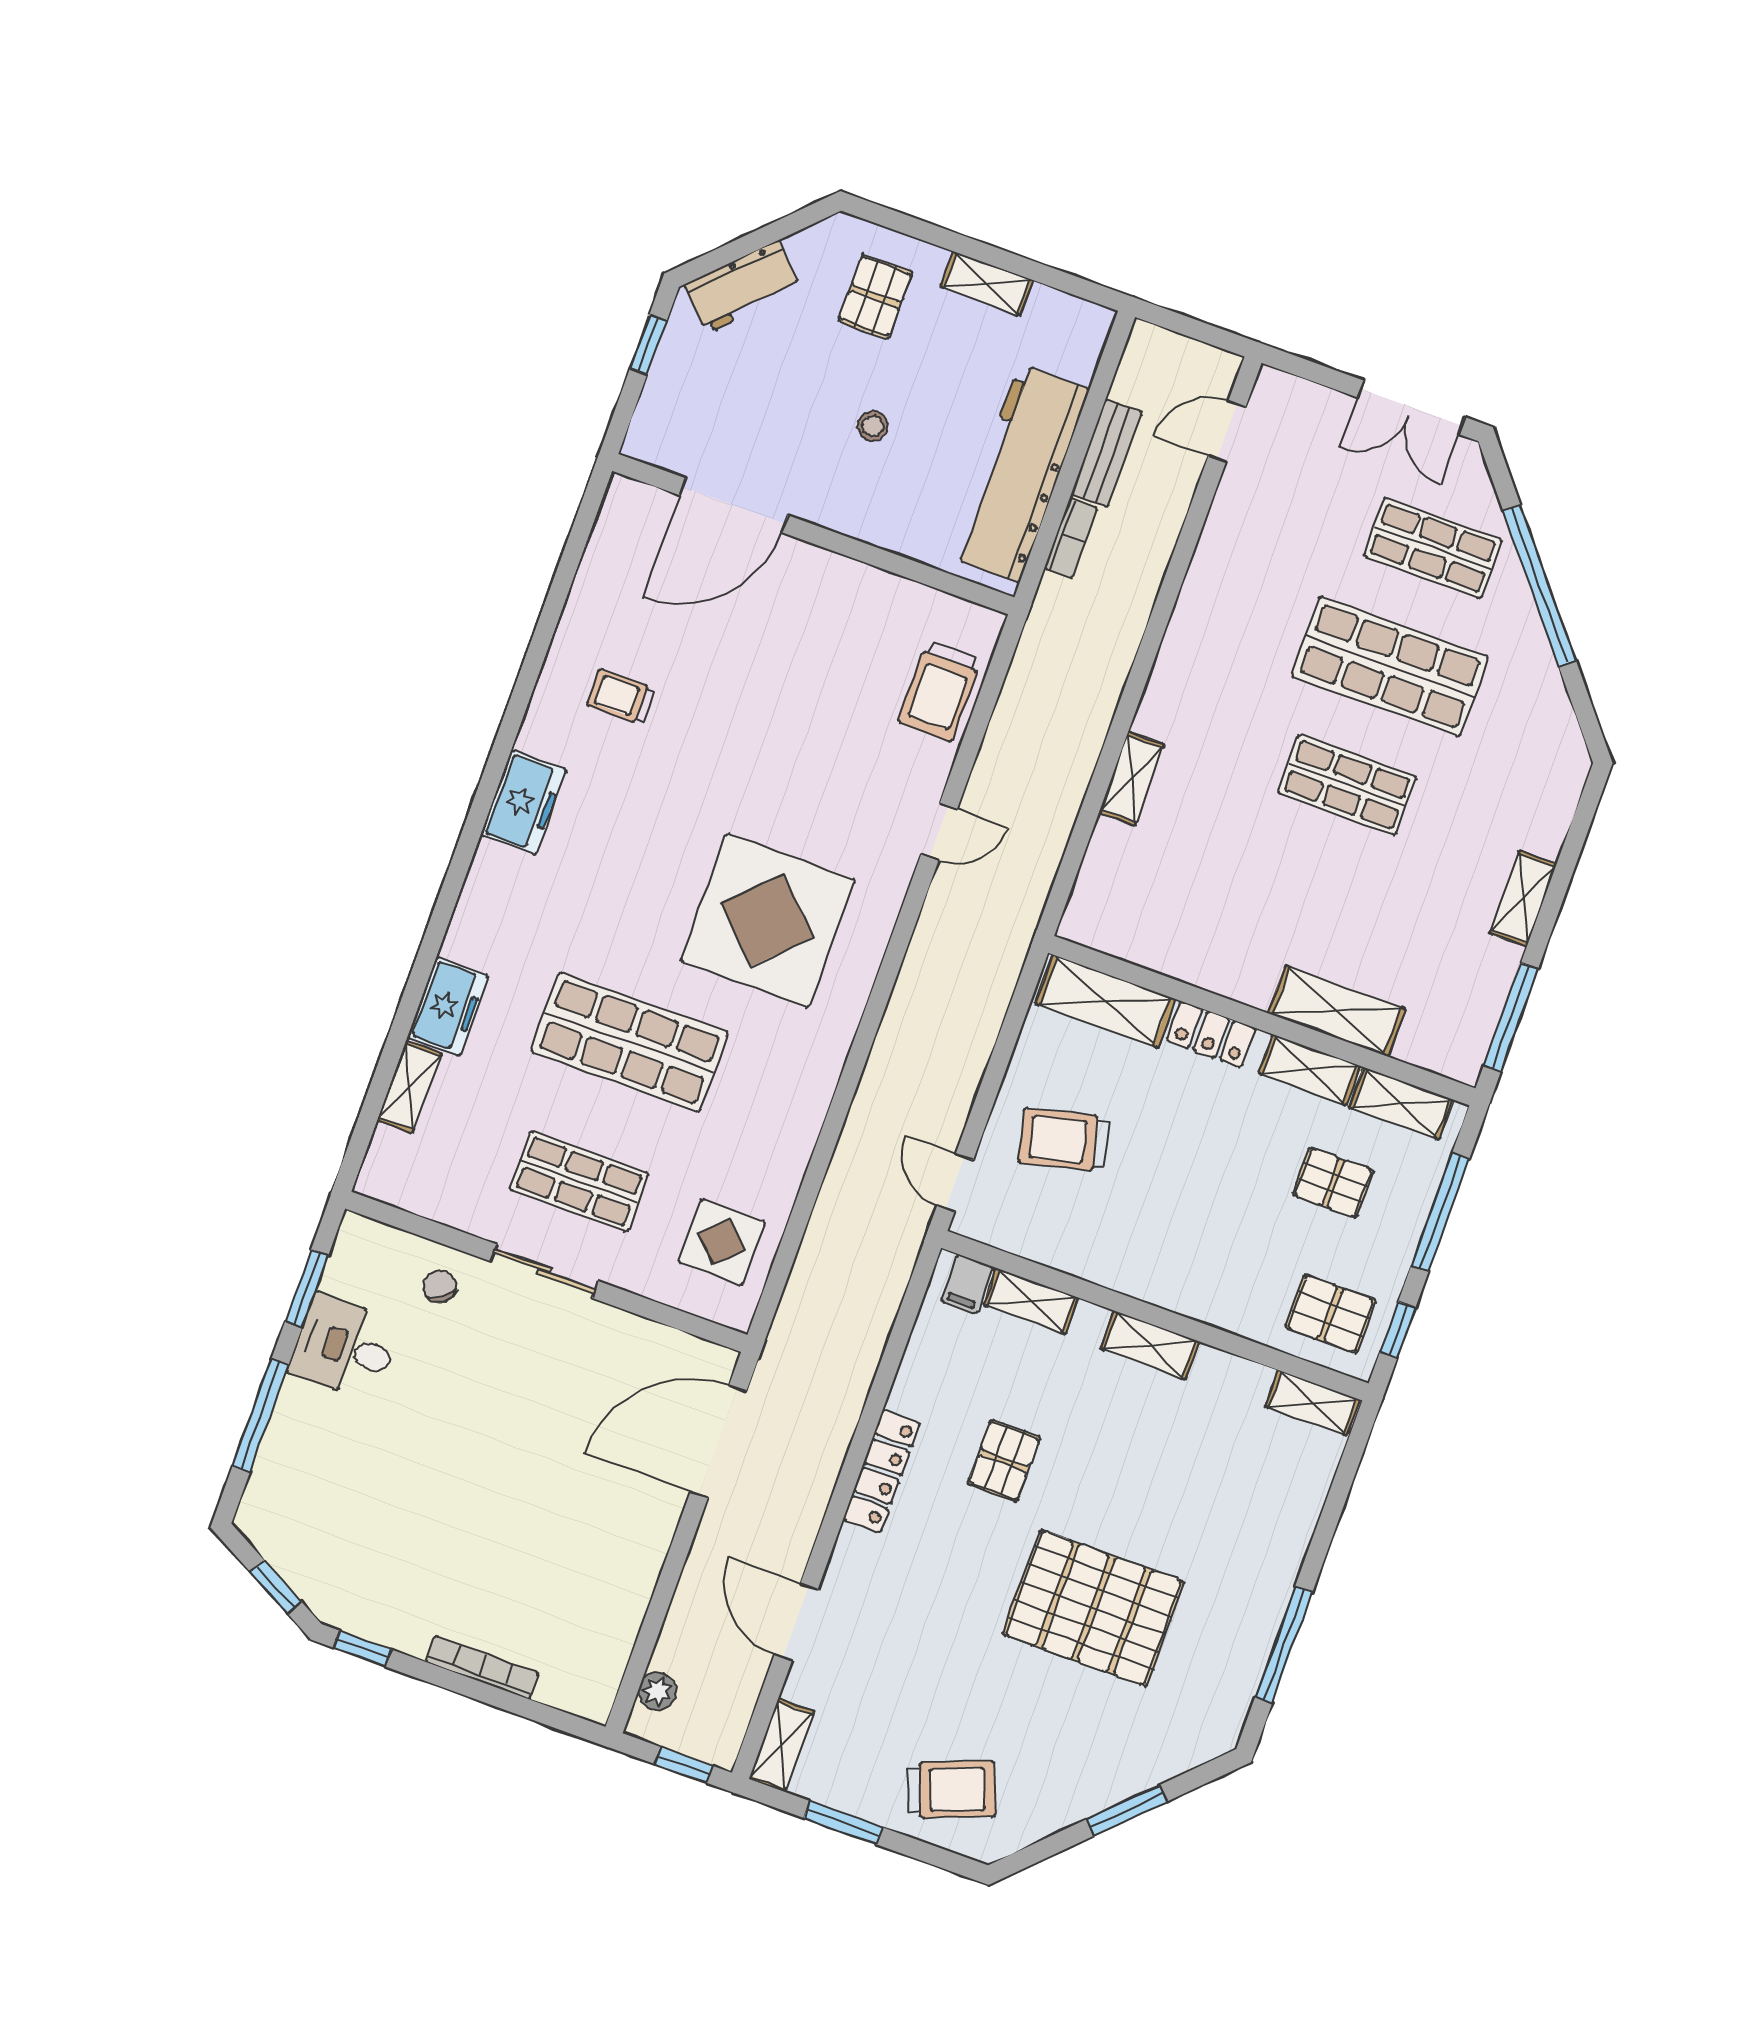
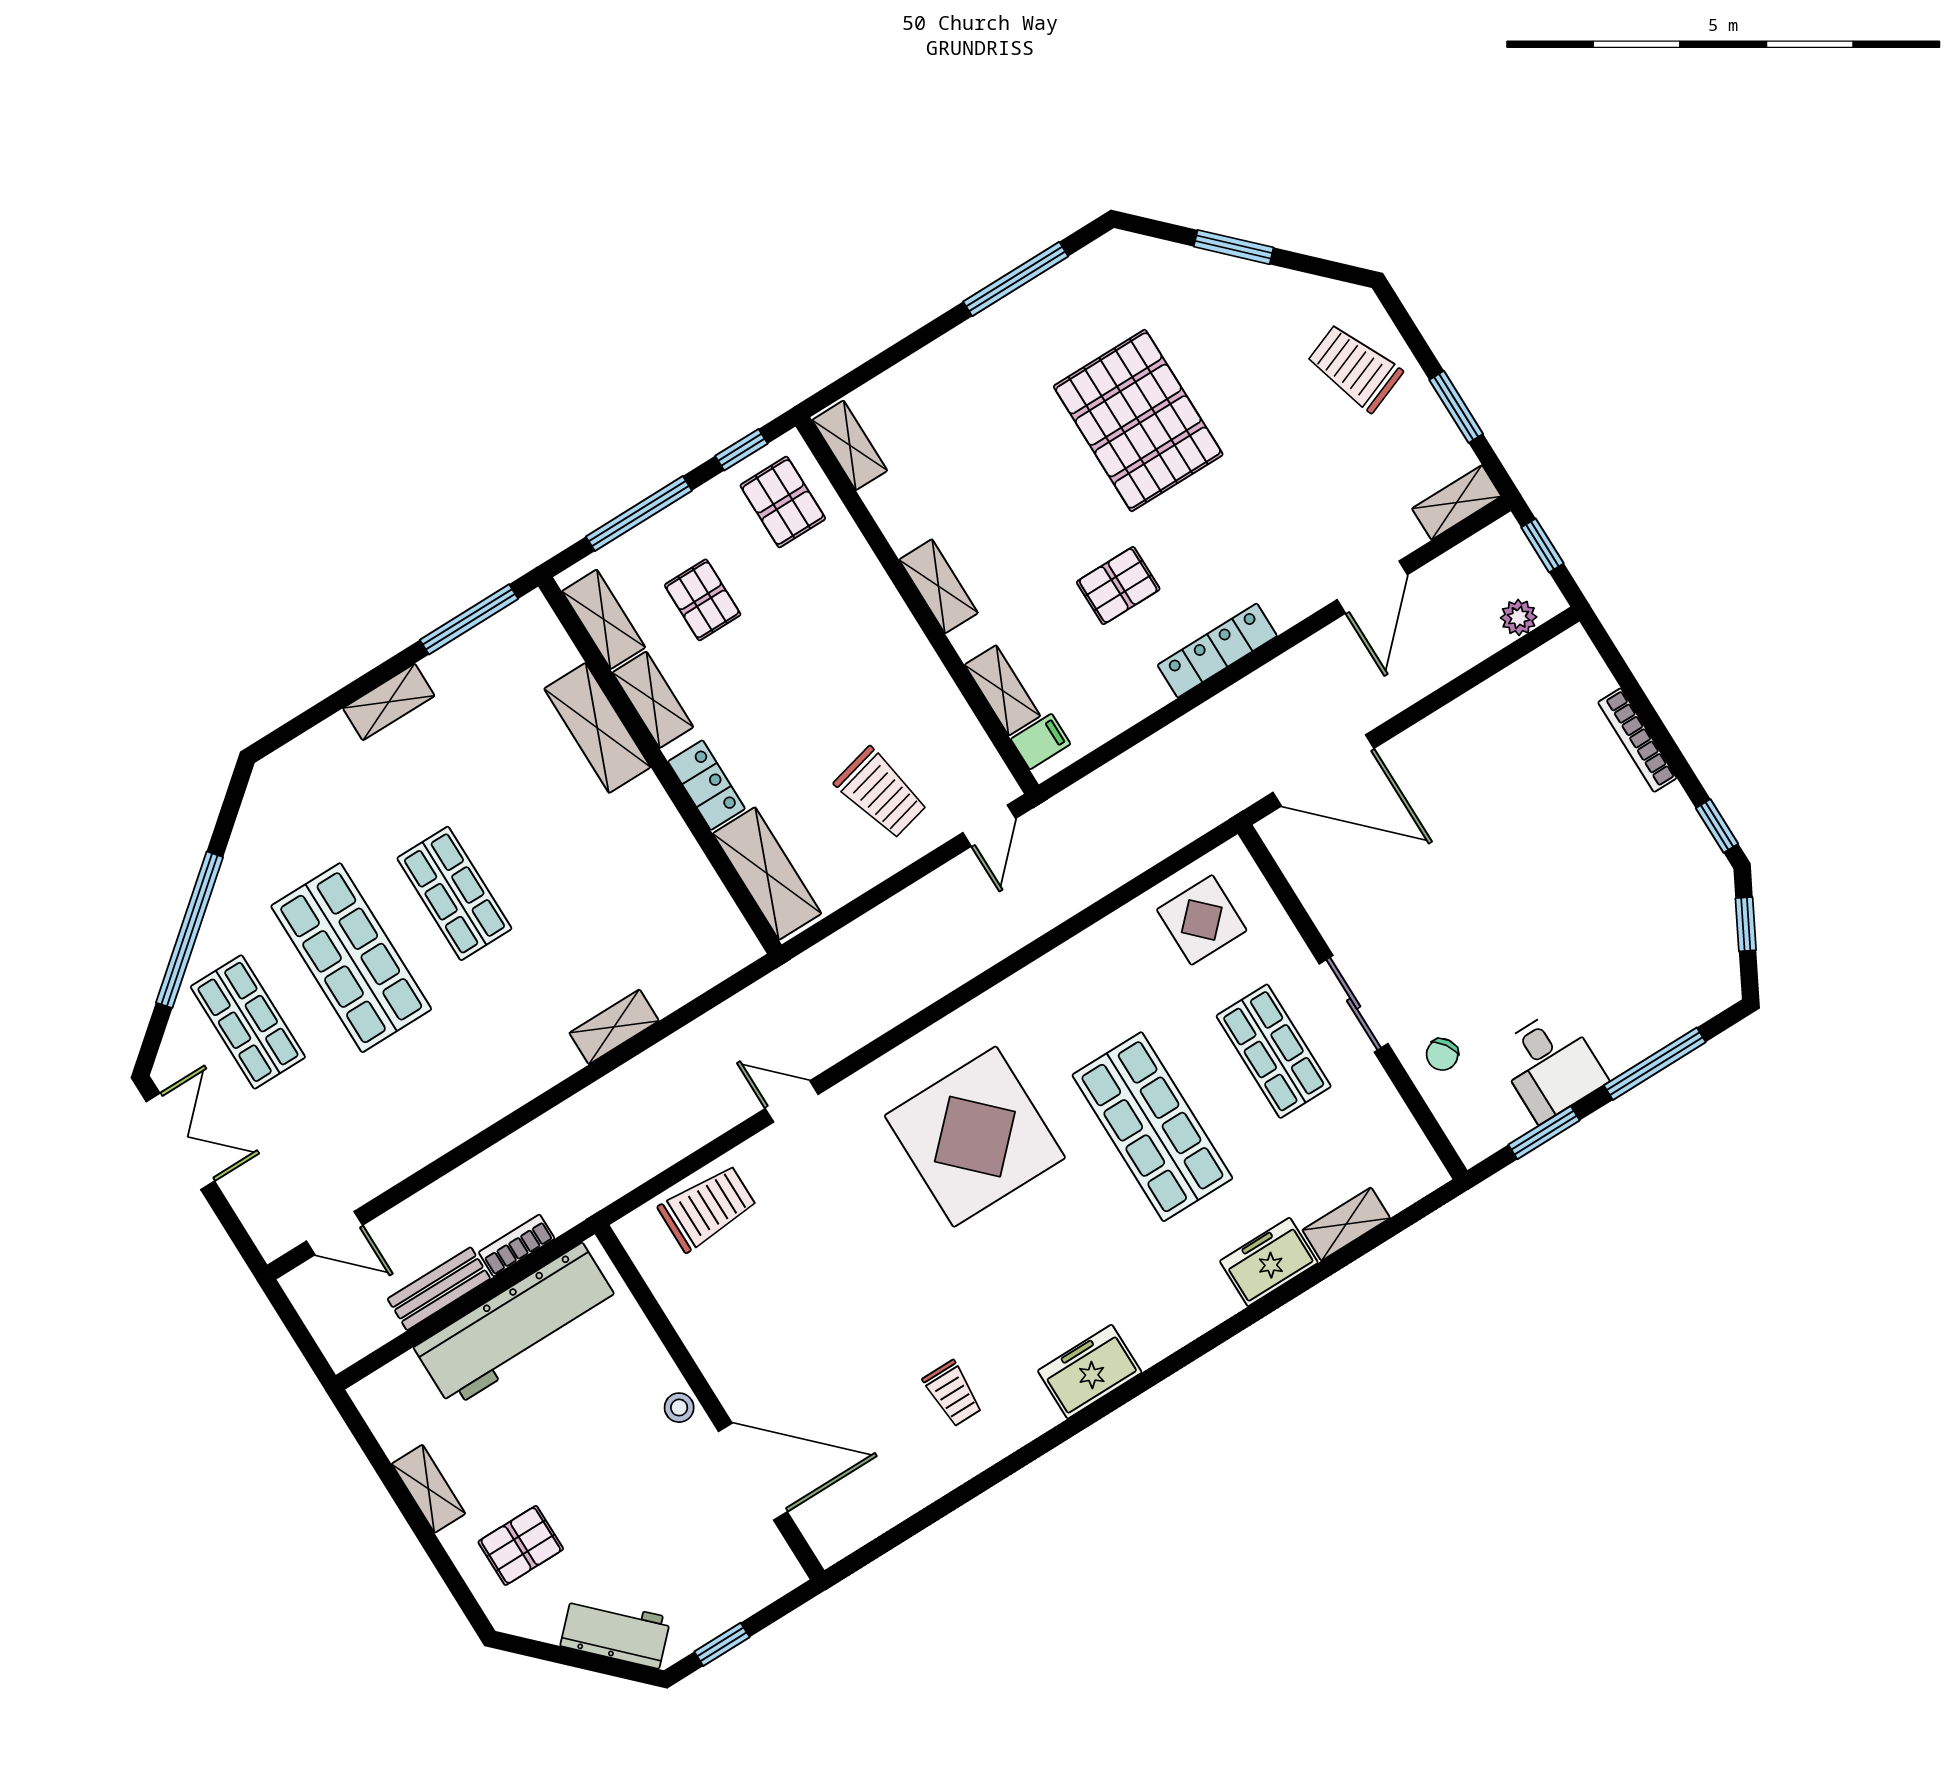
stool: (873, 426) -> (679, 1408), moved

